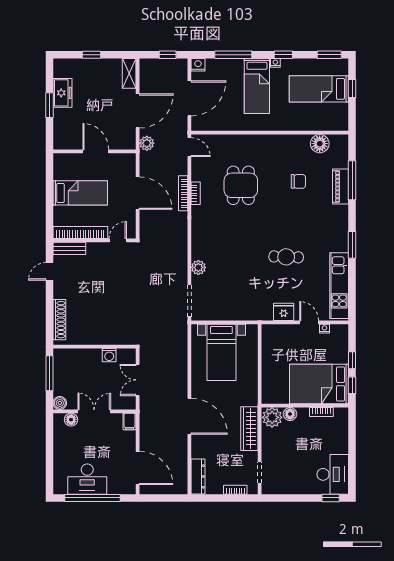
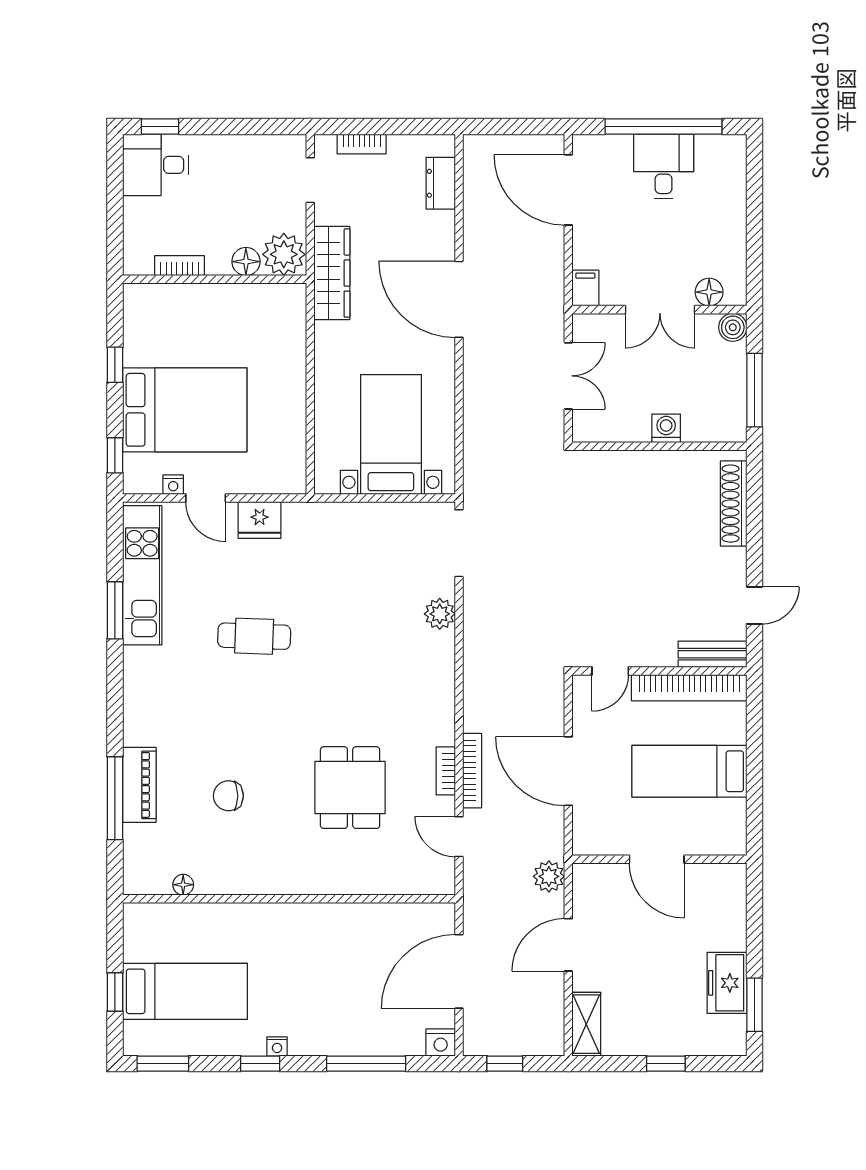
bed: (257, 86) -> (316, 998), removed
window: (50, 105) -> (754, 1005), moved
door: (138, 111) -> (568, 945), width x0.73
floor lamp: (320, 144) -> (183, 885), width x0.53, depth x0.53
door: (189, 147) -> (459, 837), moved
window: (352, 245) -> (115, 610), moved
washing machine: (109, 355) -> (666, 428), moved
window: (352, 360) -> (115, 455), moved
bed: (319, 384) -> (185, 410), moved
wall: (305, 406) -> (215, 279), moved
bookcase: (321, 412) -> (179, 266), moved
floor lamp: (290, 414) -> (246, 262), moved
plant: (272, 417) -> (284, 254), moved
desk: (333, 474) -> (156, 165), width x0.73
dresser: (198, 476) -> (441, 183), width x0.70
desk: (87, 479) -> (664, 166), width x0.73

